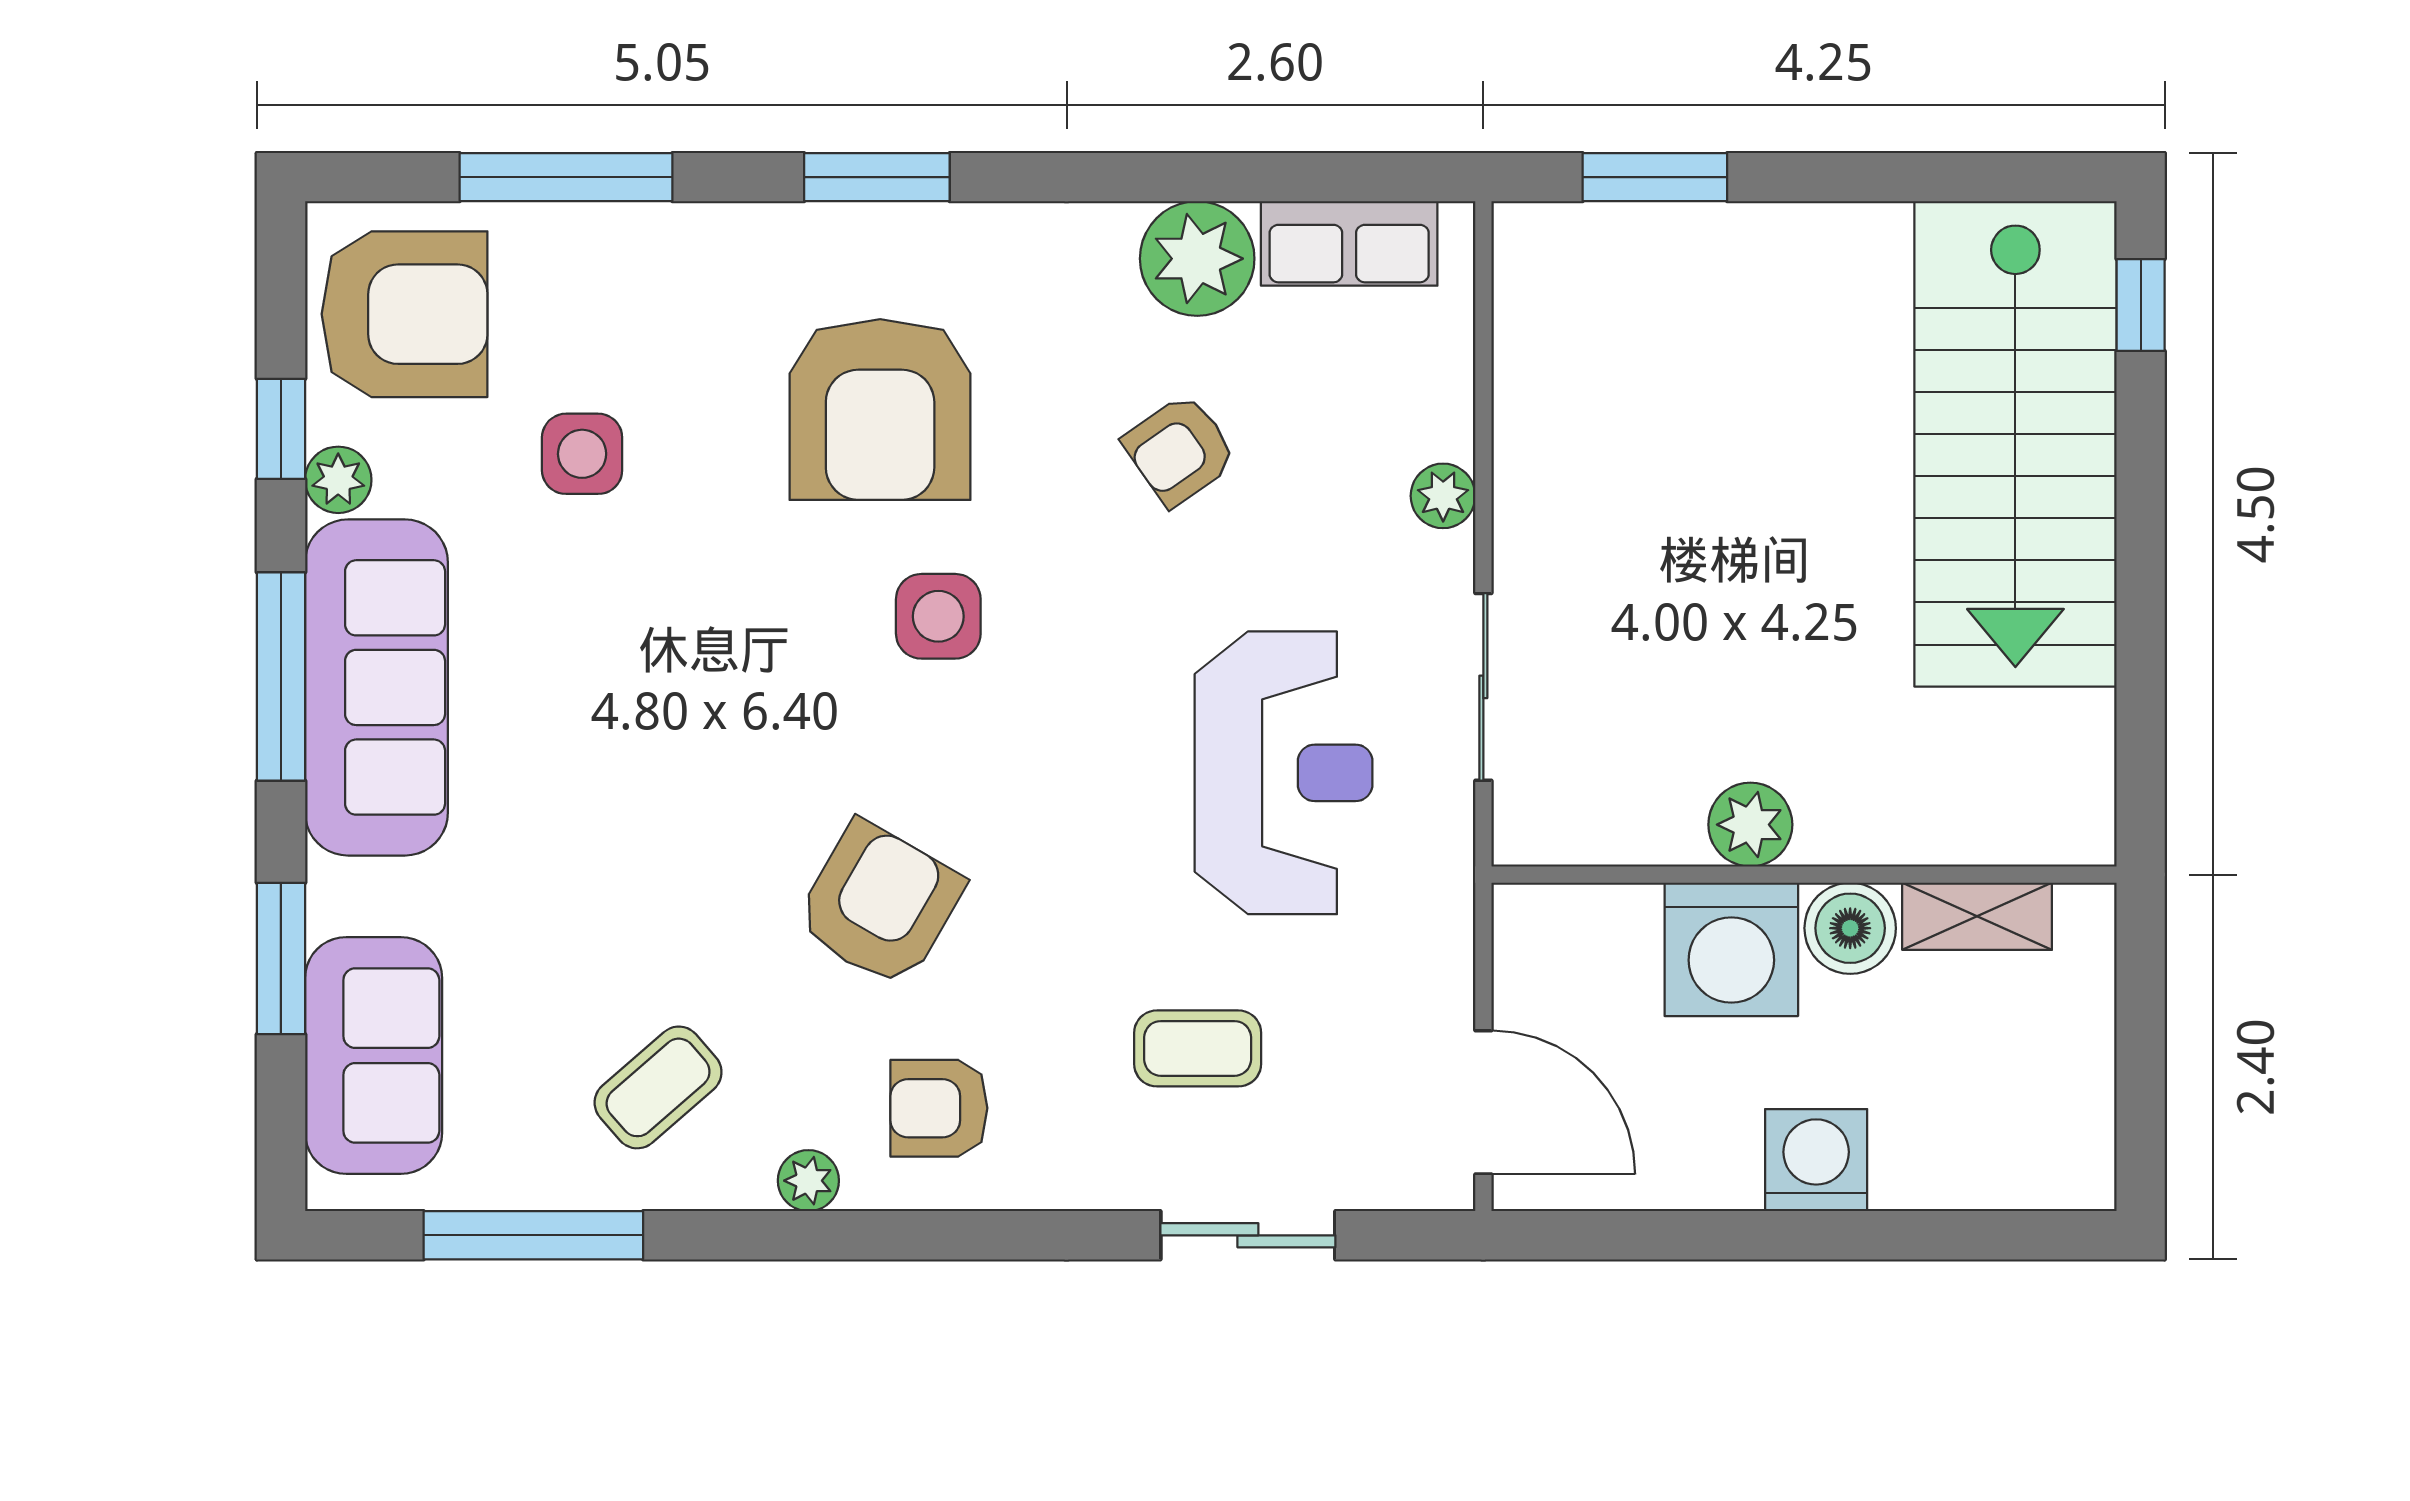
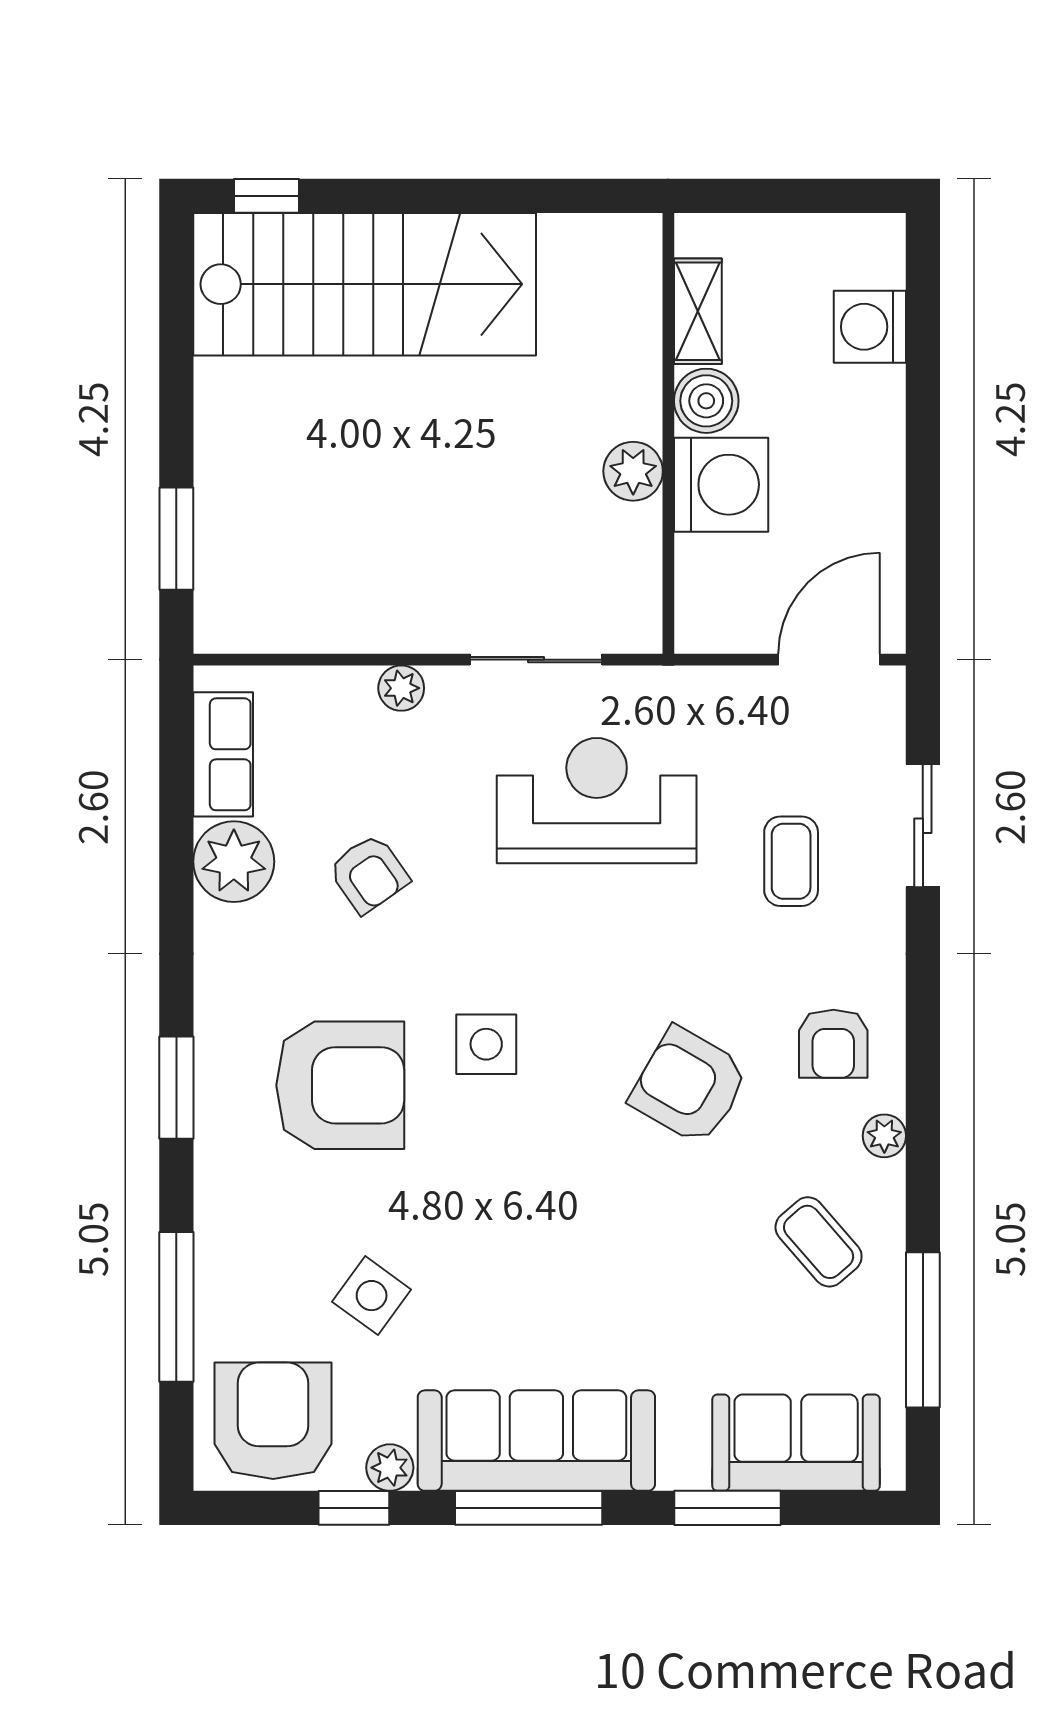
side table: (582, 454) -> (372, 1296), turned 36
washing machine: (1816, 1160) -> (870, 327), moved

